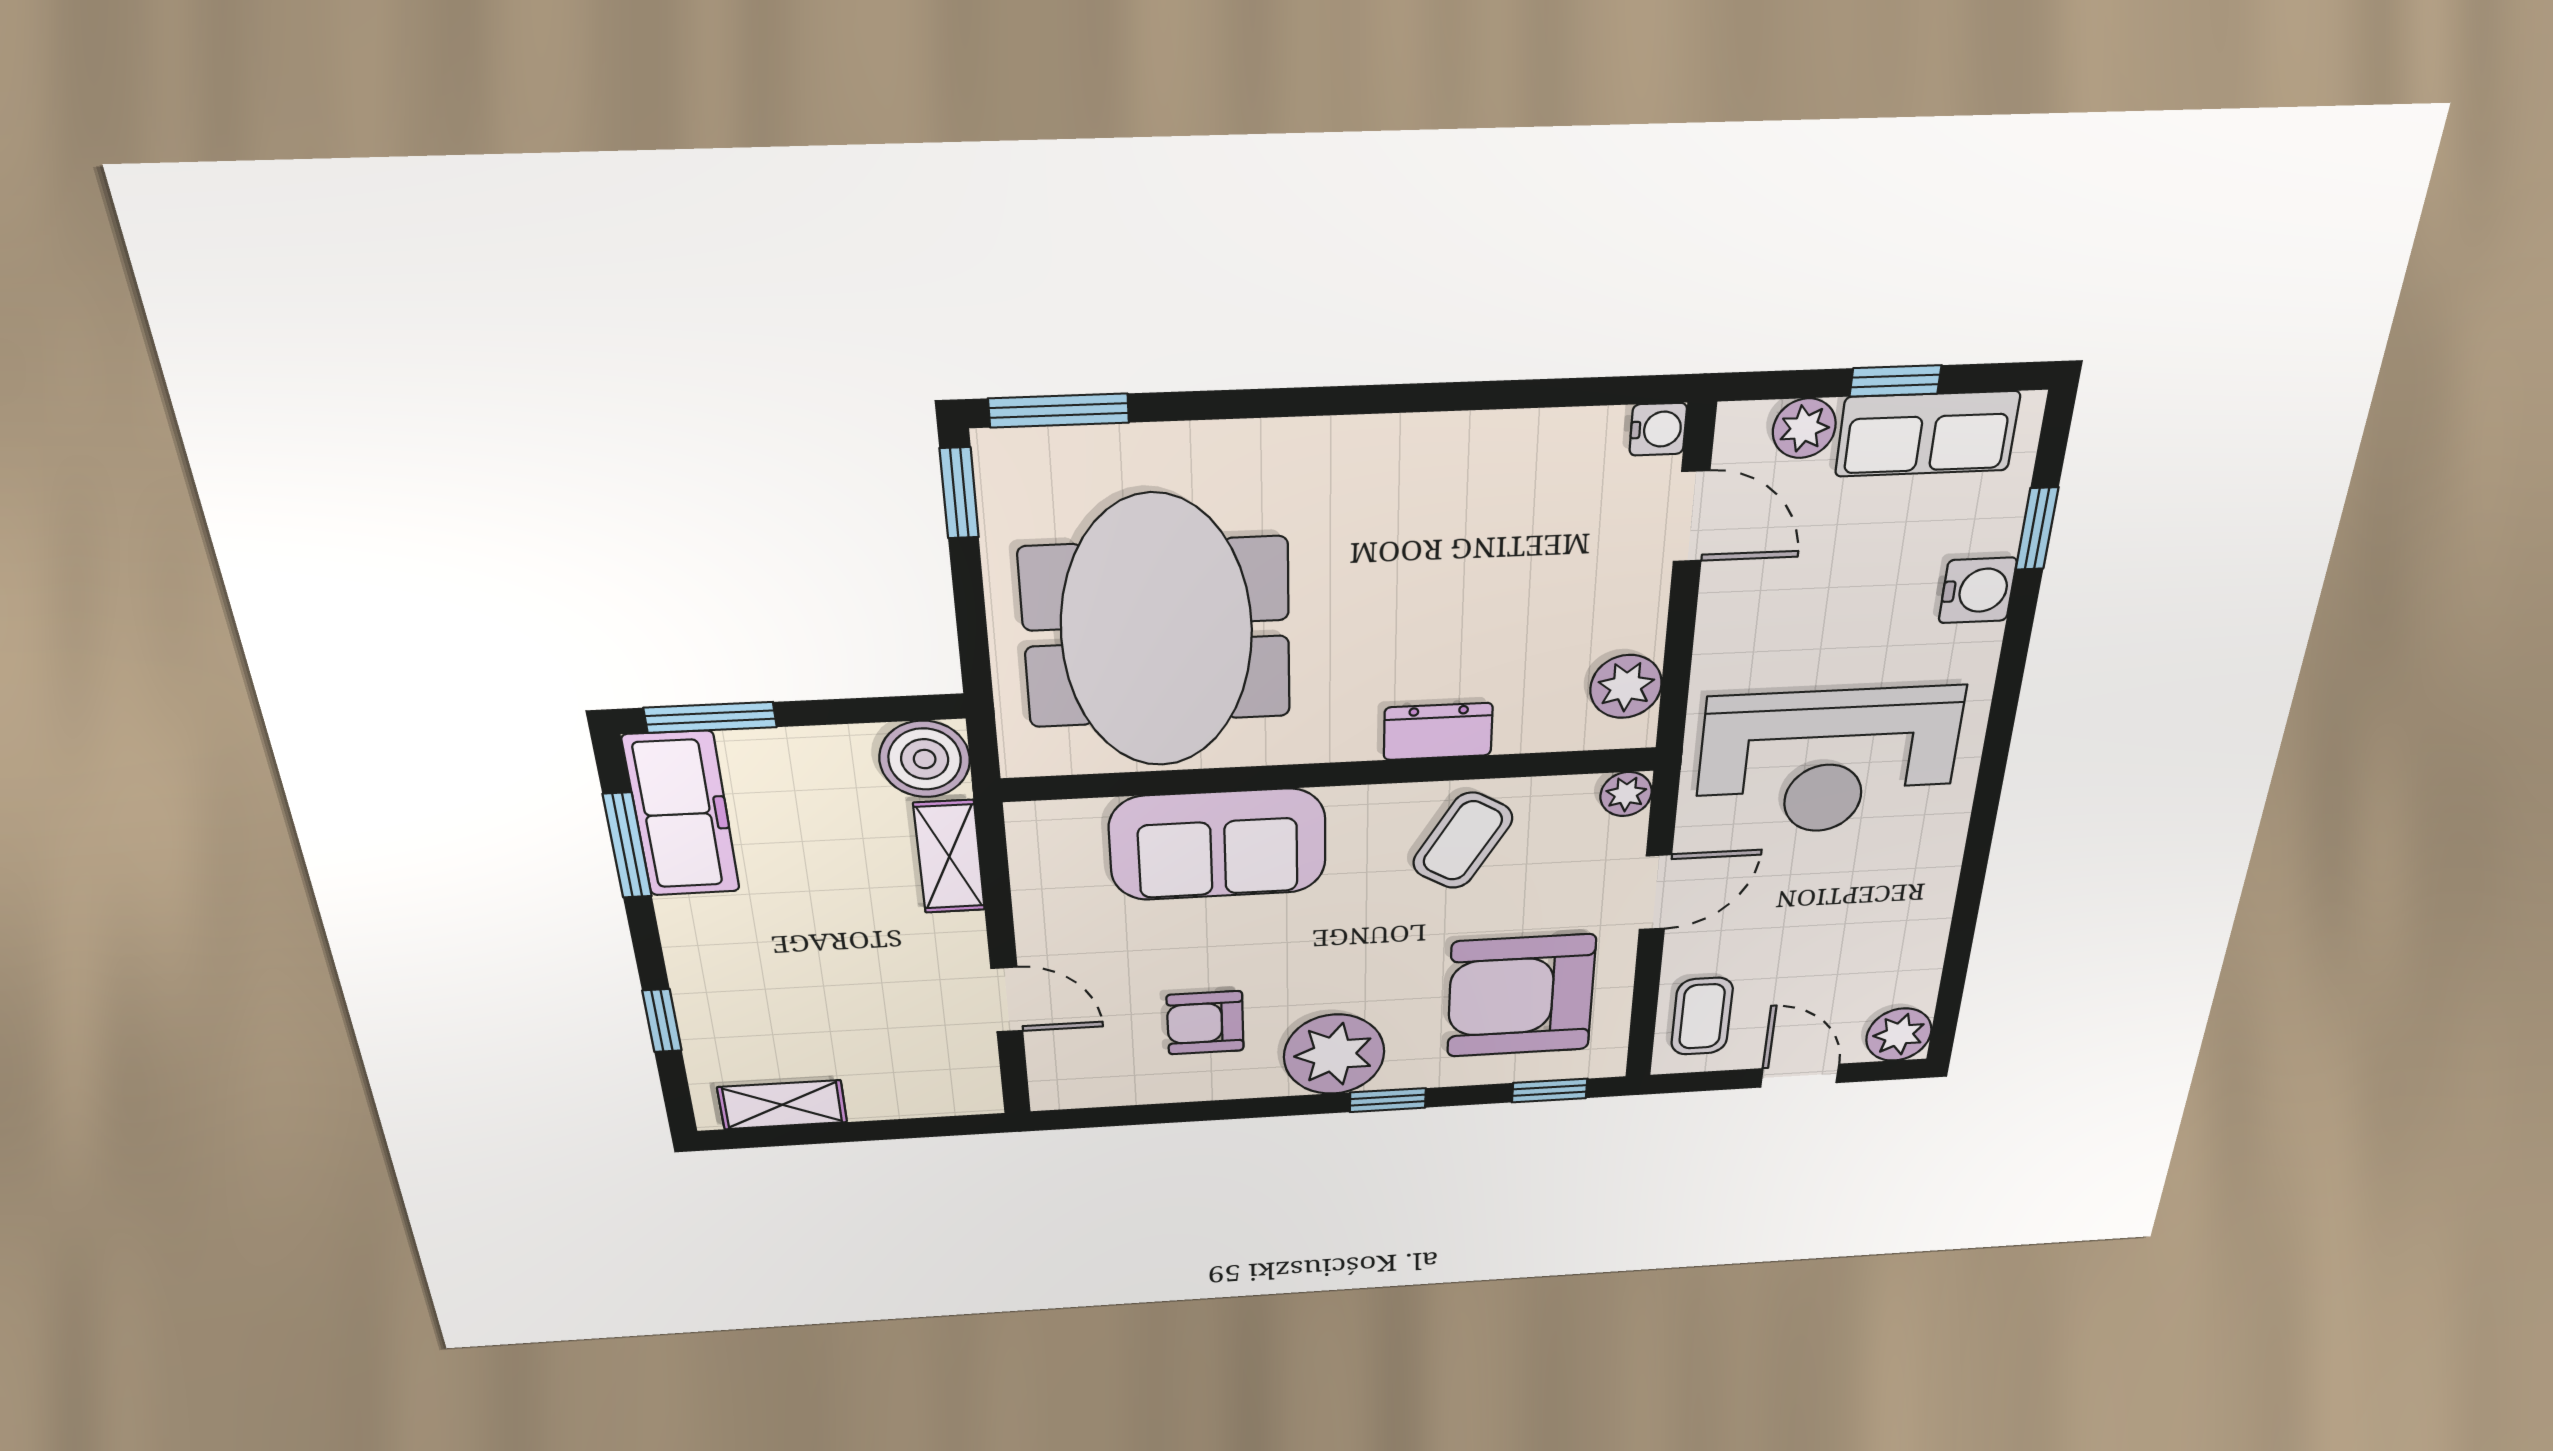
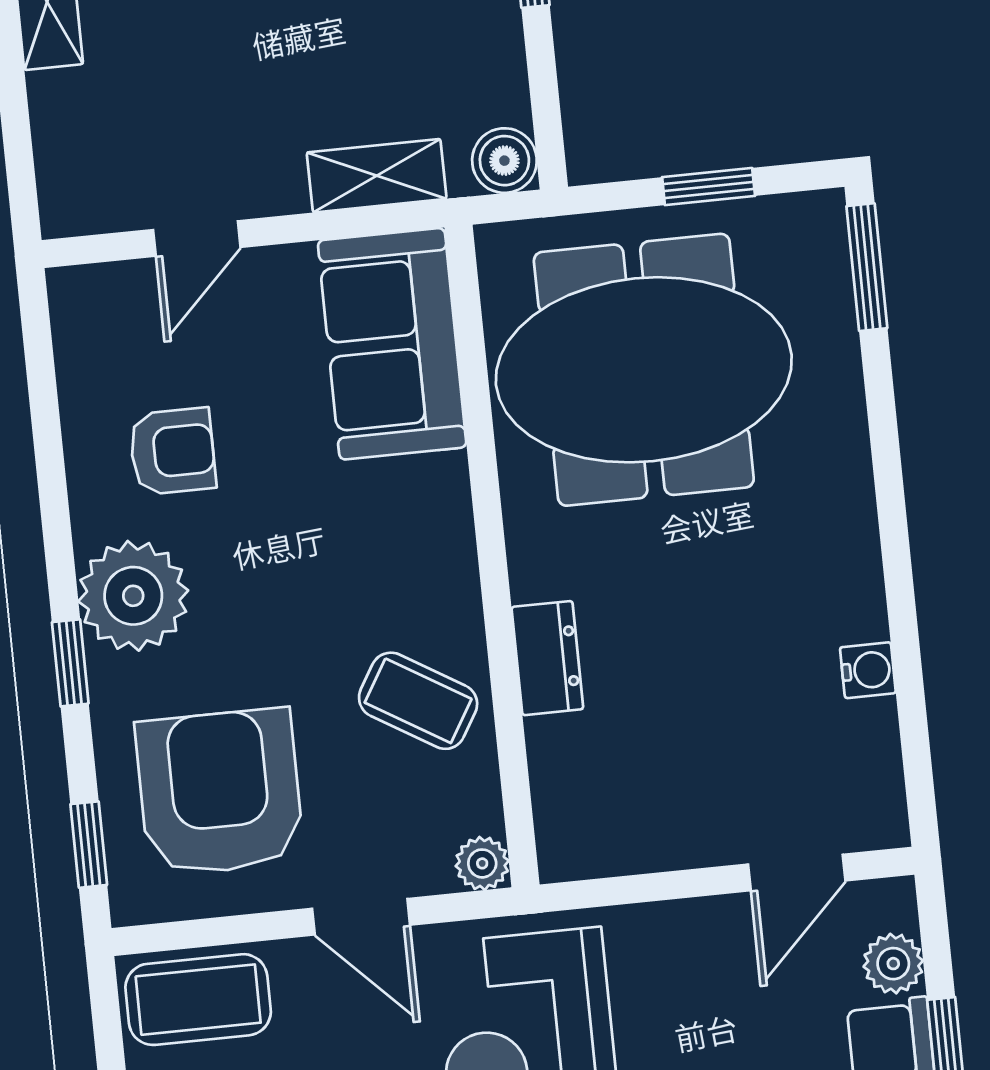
water cooler: (1658, 429) -> (868, 670), moved, turned -90
window: (959, 493) -> (709, 187), moved
plant: (1626, 686) -> (608, 841), removed
boiler: (925, 759) -> (504, 161), width x0.73, depth x0.73
sofa: (1218, 845) -> (392, 344), moved
coffee table: (1702, 1016) -> (198, 1000), width x1.36, depth x1.30
armchair: (1205, 1023) -> (172, 451), turned 90

